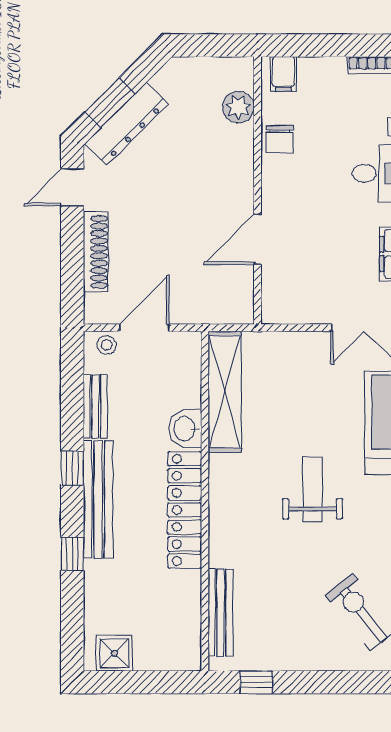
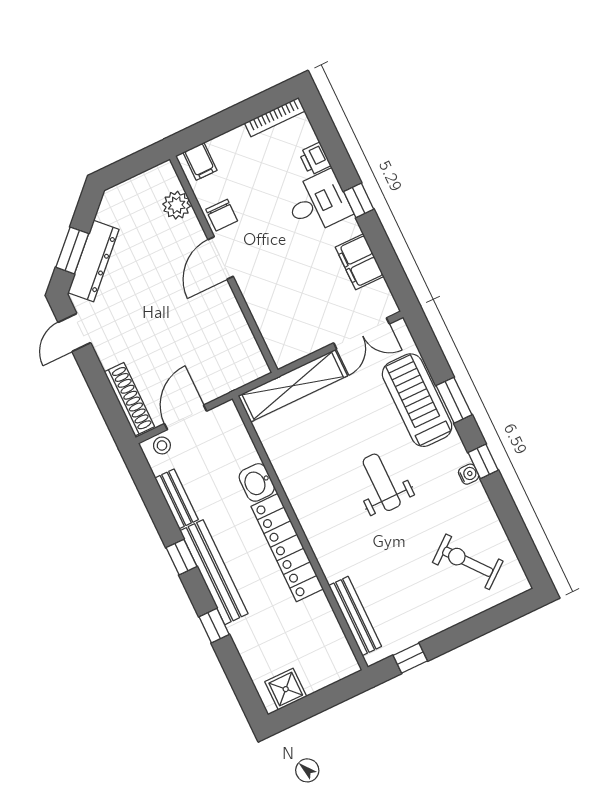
door: (258, 239) -> (221, 258), moved
shoe rack: (96, 252) -> (129, 399), moved
shelving: (225, 392) -> (293, 386), moved, turned 90

